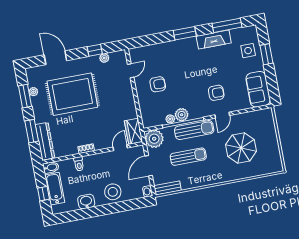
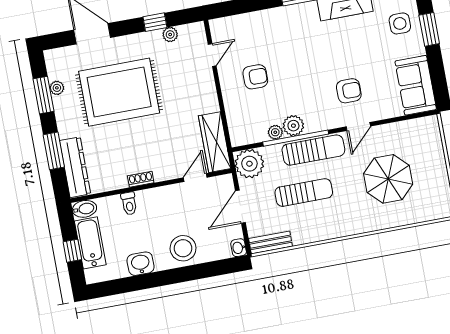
wardrobe: (134, 131) -> (215, 142), width x1.50

